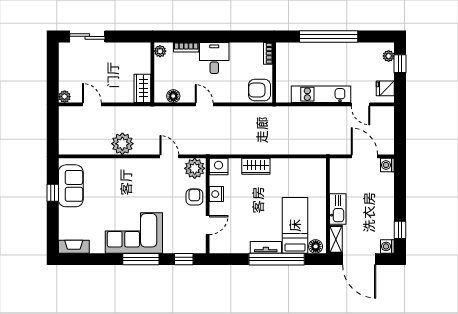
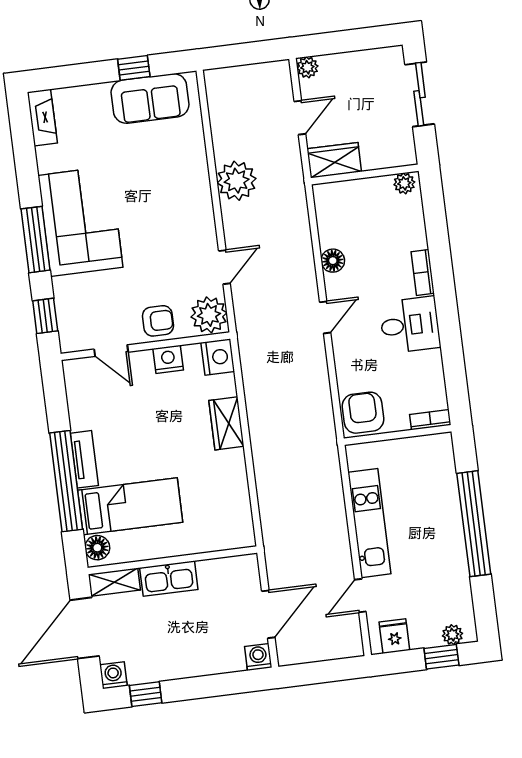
plant: (160, 51) -> (404, 183), moved
wall: (152, 72) -> (365, 174), moved
wardrobe: (142, 88) -> (334, 160), moved

